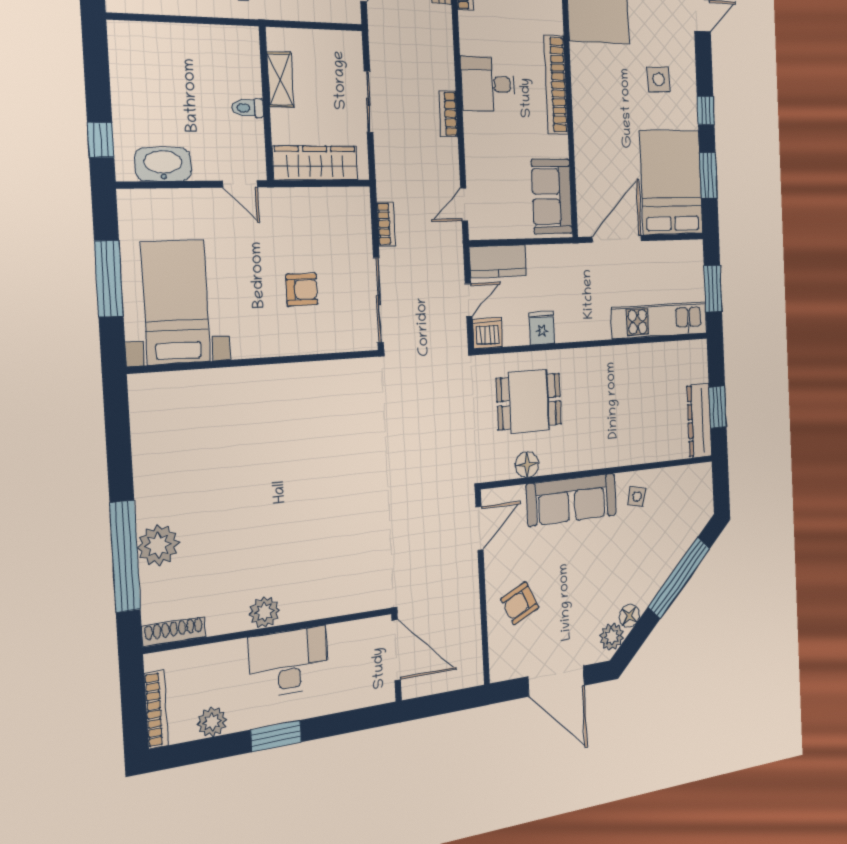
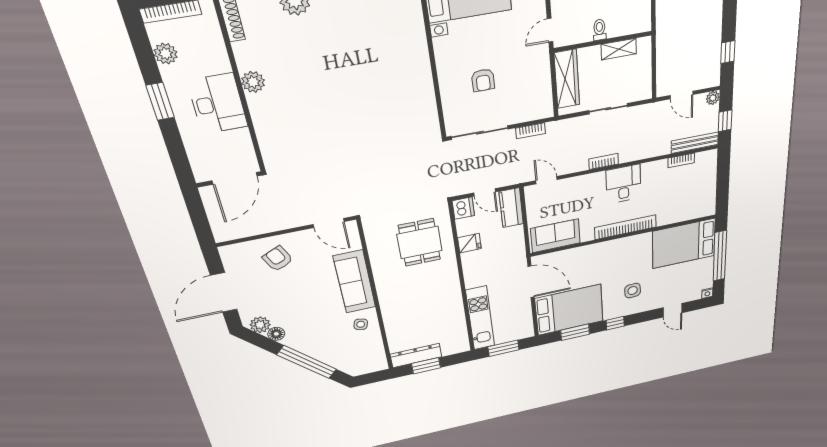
floor lamp: (527, 465) -> (376, 248), removed

